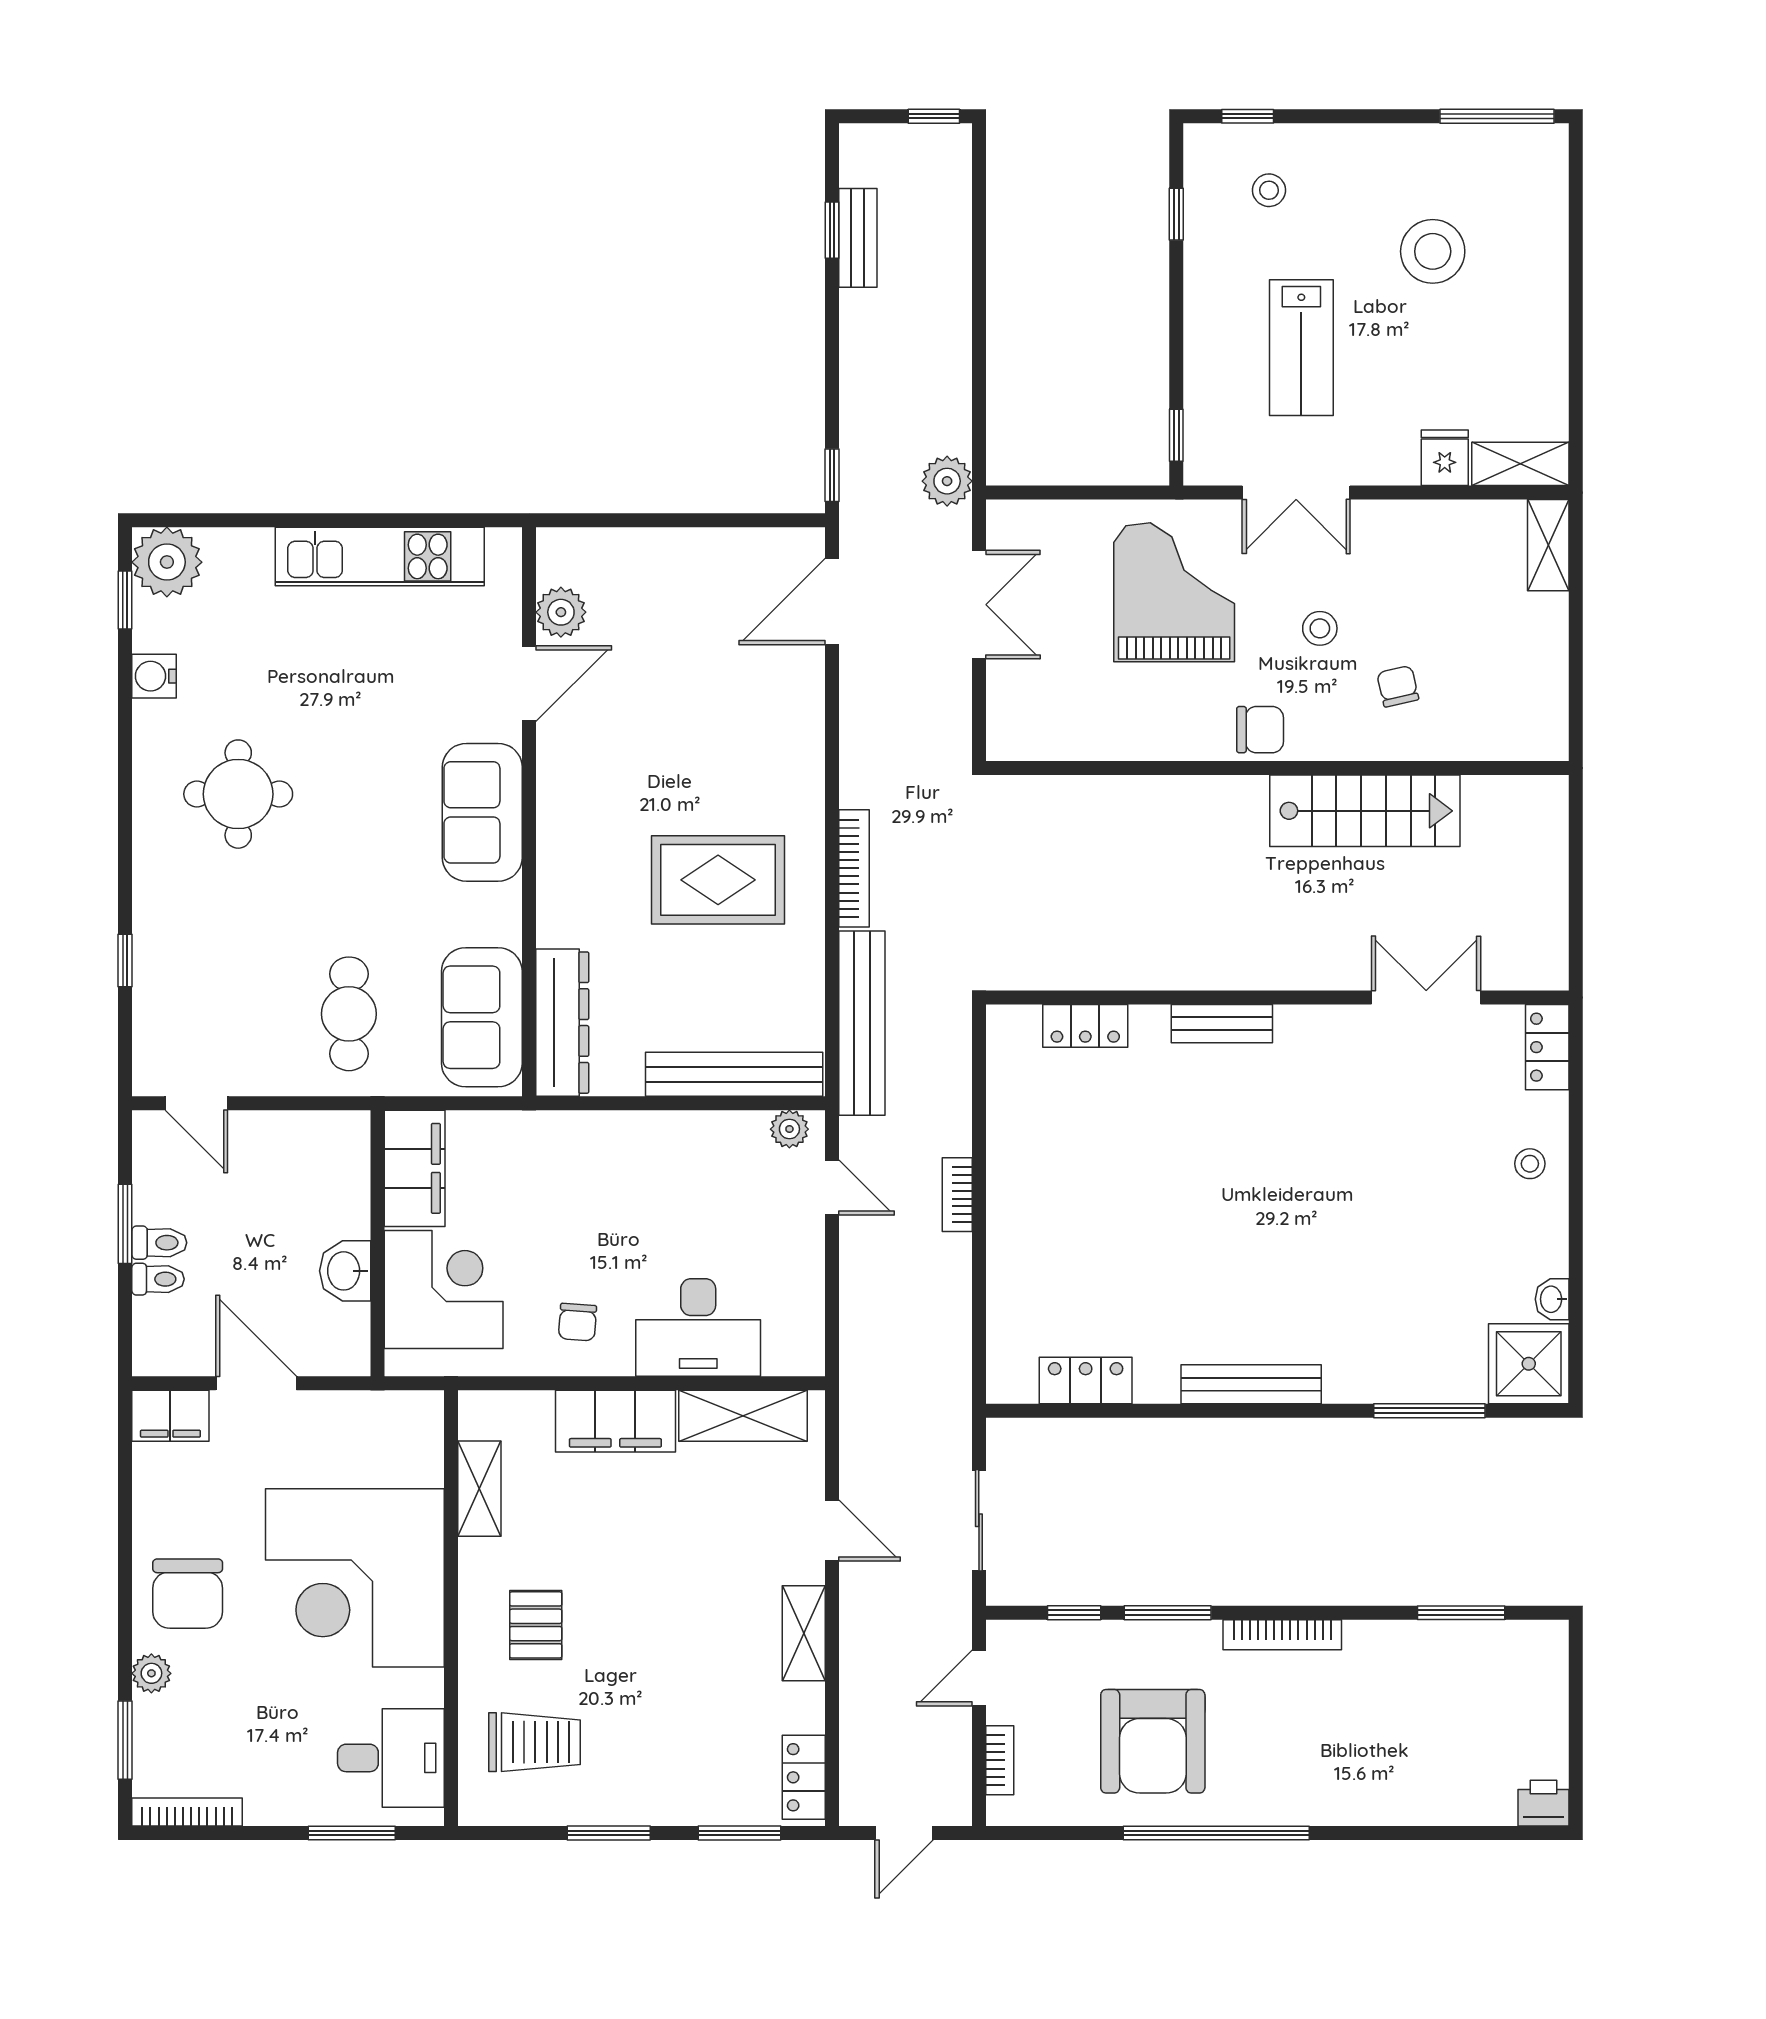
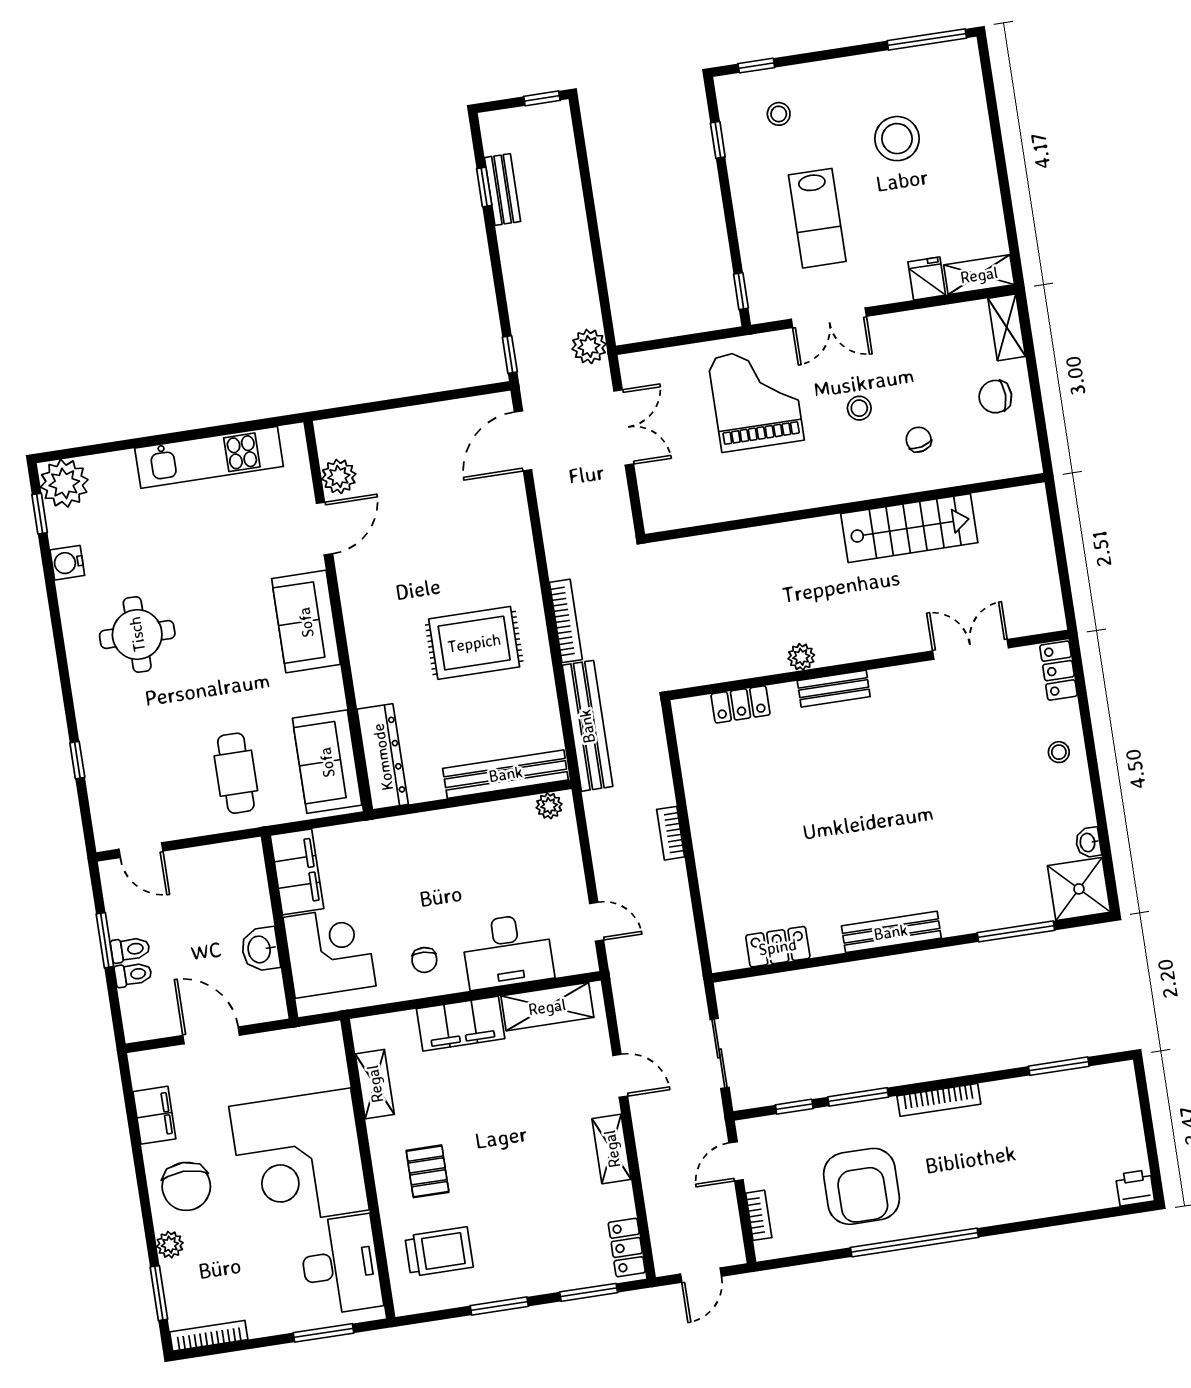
chair: (1260, 730) -> (995, 397), moved, turned 180
plant: (1183, 971) -> (801, 657), added
door: (832, 1187) -> (597, 922), moved
filing cabinet: (170, 1416) -> (154, 1115), moved, turned -90
desk: (391, 1758) -> (341, 1265), width x1.37

